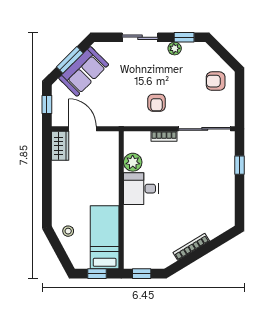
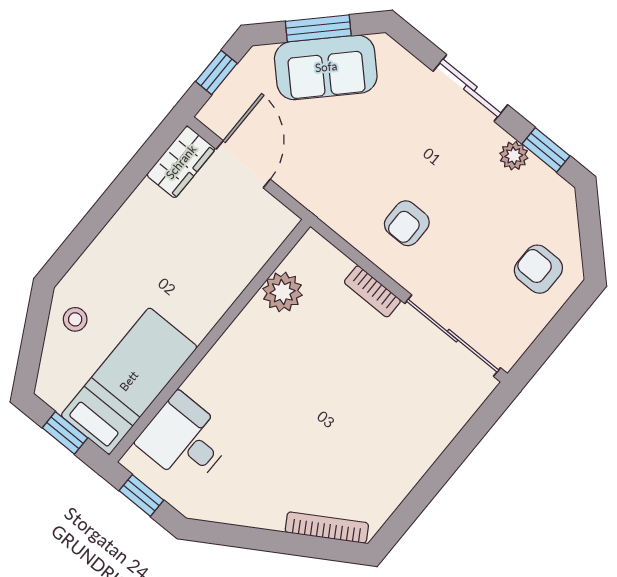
window: (239, 165) -> (461, 447), removed
desk: (141, 189) -> (185, 440), moved
bookcase: (191, 247) -> (327, 528), moved

